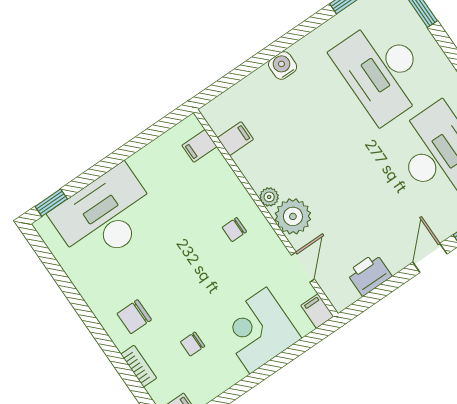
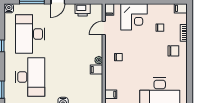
filing cabinet: (235, 139) -> (97, 70), moved
plant: (293, 216) -> (95, 48), removed

